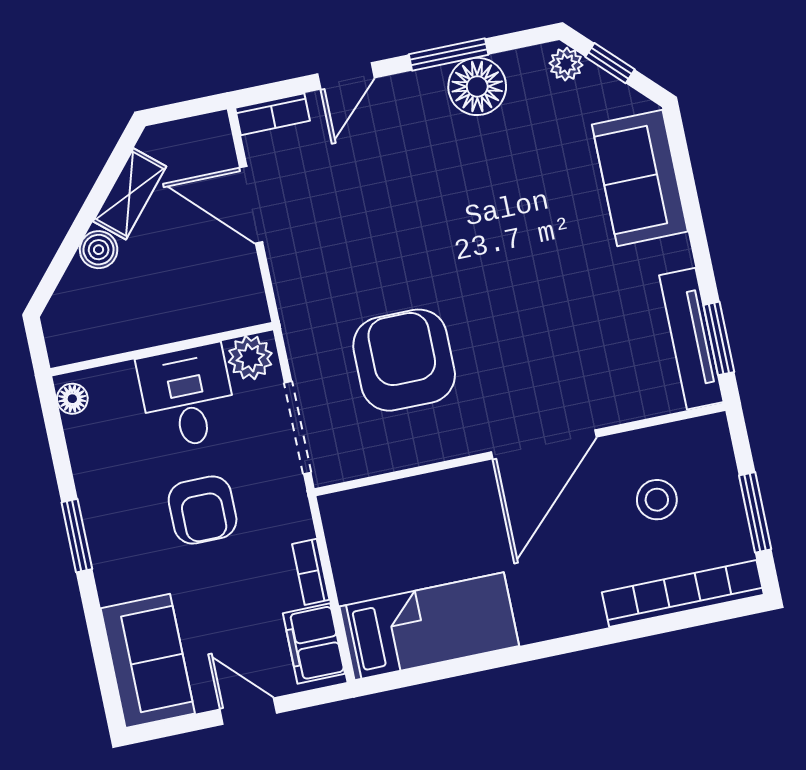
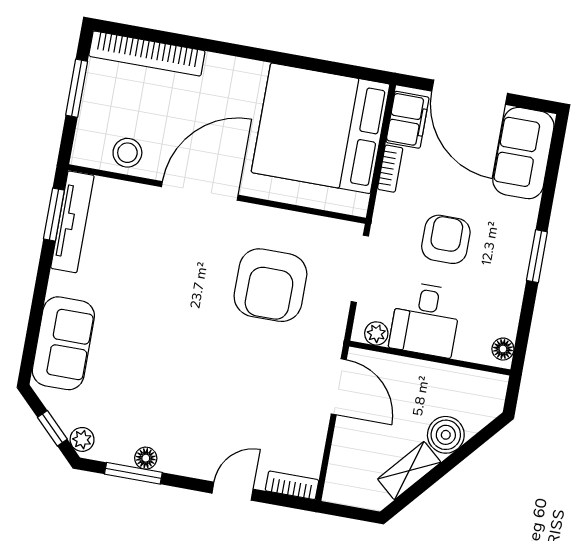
window: (449, 54) -> (133, 473), moved
floor lamp: (477, 86) -> (146, 458), width x0.53, depth x0.53
door: (251, 205) -> (339, 387), moved
boiler: (99, 250) -> (446, 435), width x1.36, depth x1.36
plant: (250, 358) -> (376, 333), width x0.73, depth x0.73
stool: (657, 500) -> (127, 153), moved
bed: (429, 626) -> (321, 128), width x2.04
door: (248, 711) -> (470, 92), width x1.88

